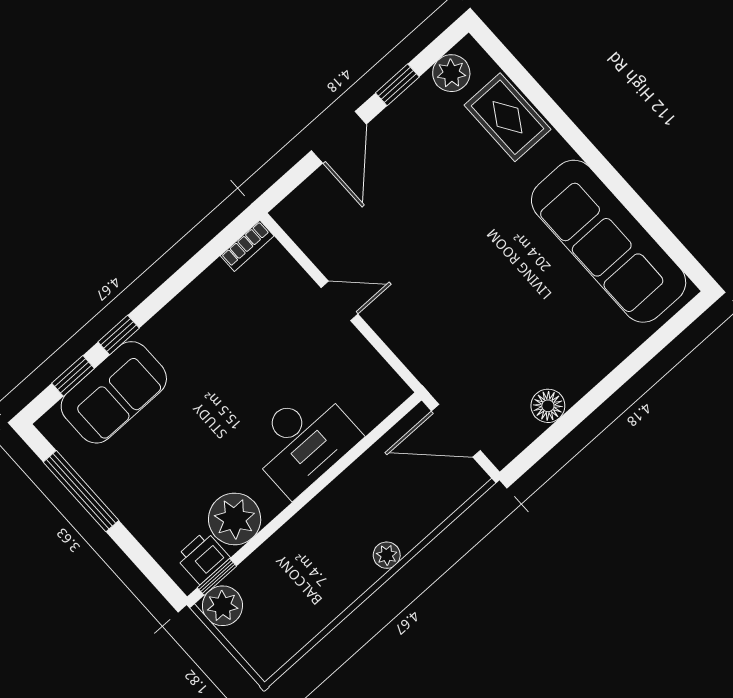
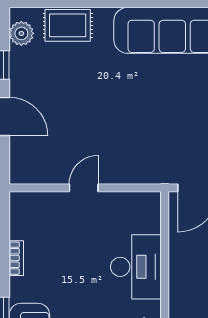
bookcase: (247, 246) -> (16, 258), moved

